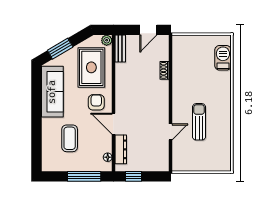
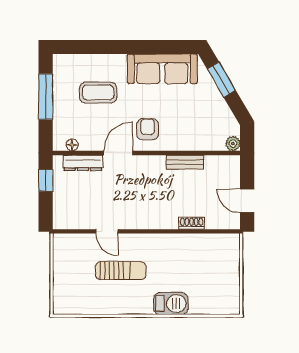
bench: (120, 49) -> (185, 162), moved
barbecue: (223, 58) -> (171, 304), moved
rug: (91, 67) -> (196, 122), removed
armchair: (96, 102) -> (148, 129), turned -90
window: (84, 176) -> (46, 97), moved

